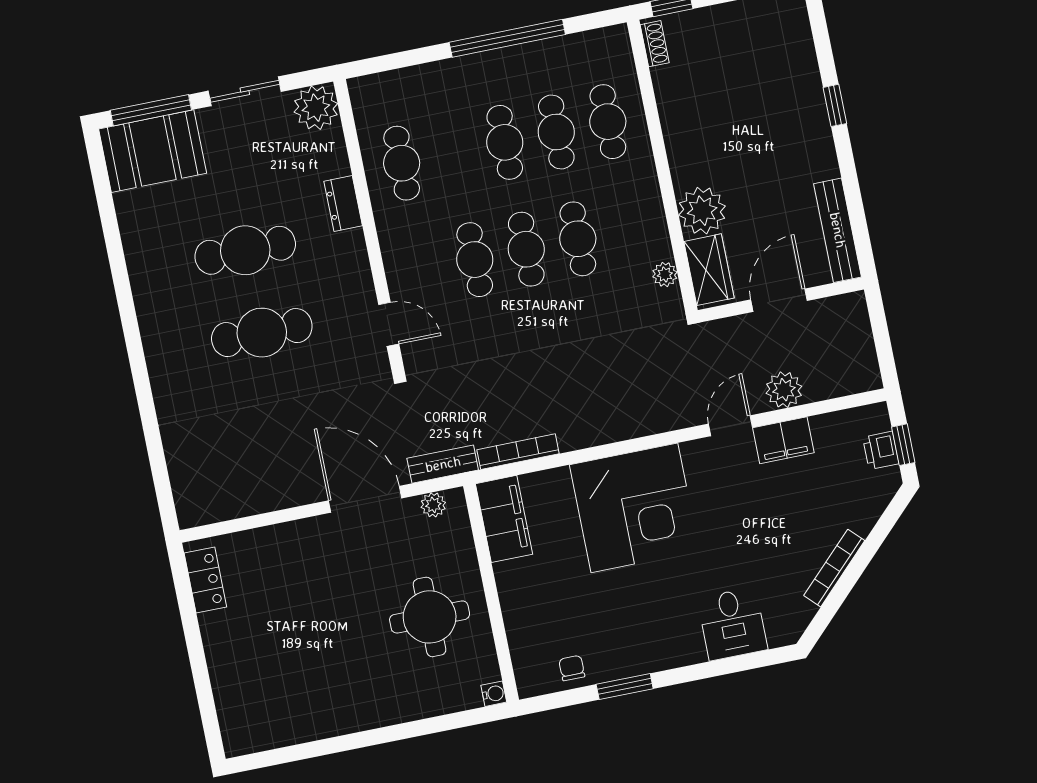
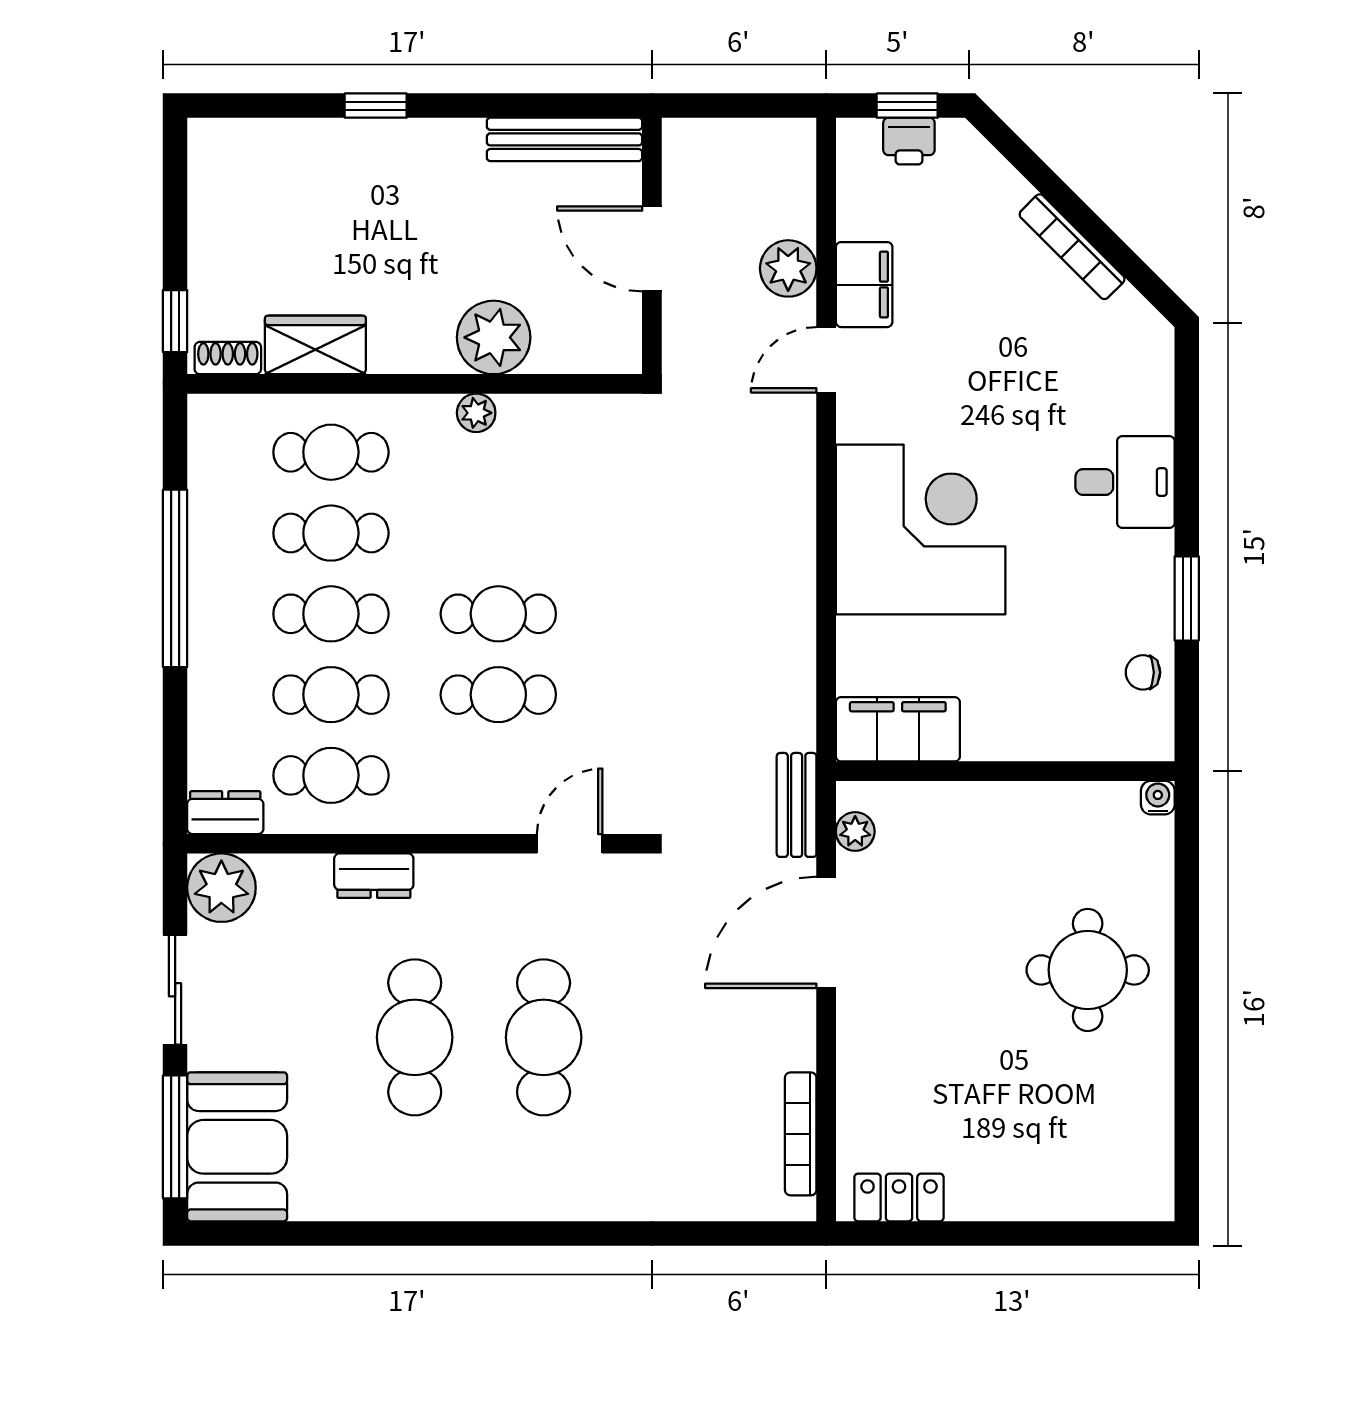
dresser: (364, 101) -> (225, 813), added
cafe table: (578, 239) -> (331, 695), moved
wardrobe: (709, 270) -> (315, 345), moved
plant: (665, 274) -> (476, 413), moved
door: (731, 426) -> (826, 360), hinge flipped
bookcase: (518, 452) -> (801, 1134), moved
round table: (430, 617) -> (1088, 970), moved
desk: (732, 624) -> (1125, 482), moved

